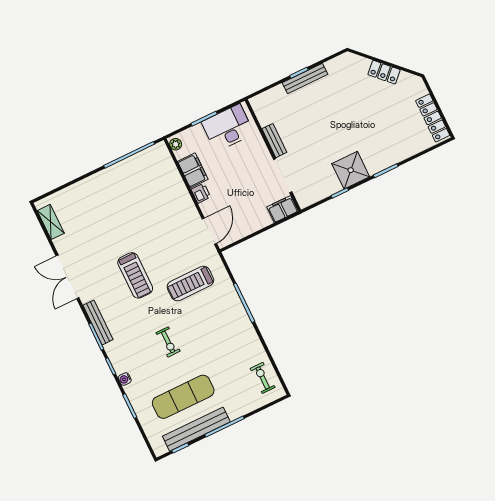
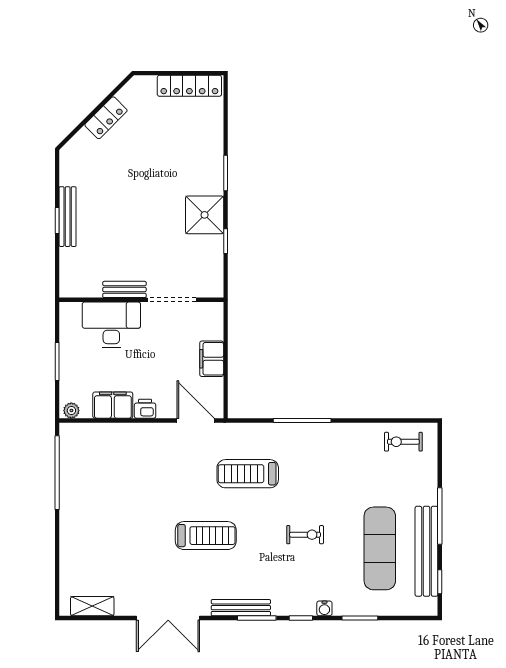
desk: (228, 128) -> (111, 325), moved, turned 90
filing cabinet: (282, 209) -> (212, 359), moved
treadmill: (190, 283) -> (248, 474), turned 90

